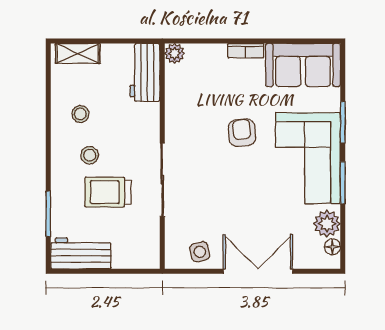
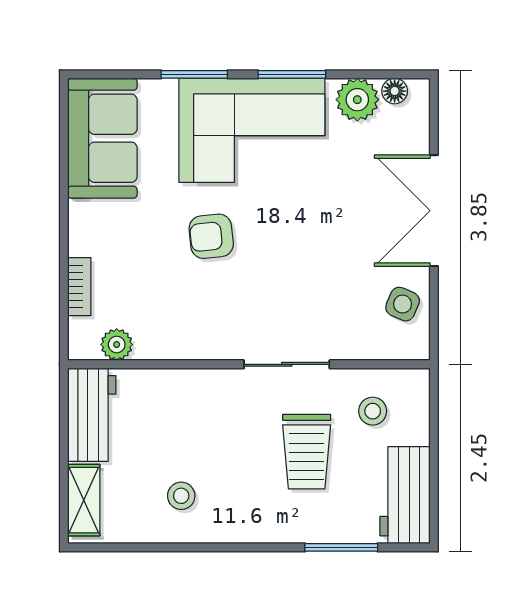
bookcase: (246, 51) -> (79, 287), moved
plant: (175, 53) -> (117, 345), moved
workbench: (145, 72) -> (92, 415), moved, turned -90
stool: (90, 155) -> (373, 411), moved
sliding door: (162, 180) -> (287, 364), width x0.73
side table: (200, 252) -> (403, 304), turned 37

